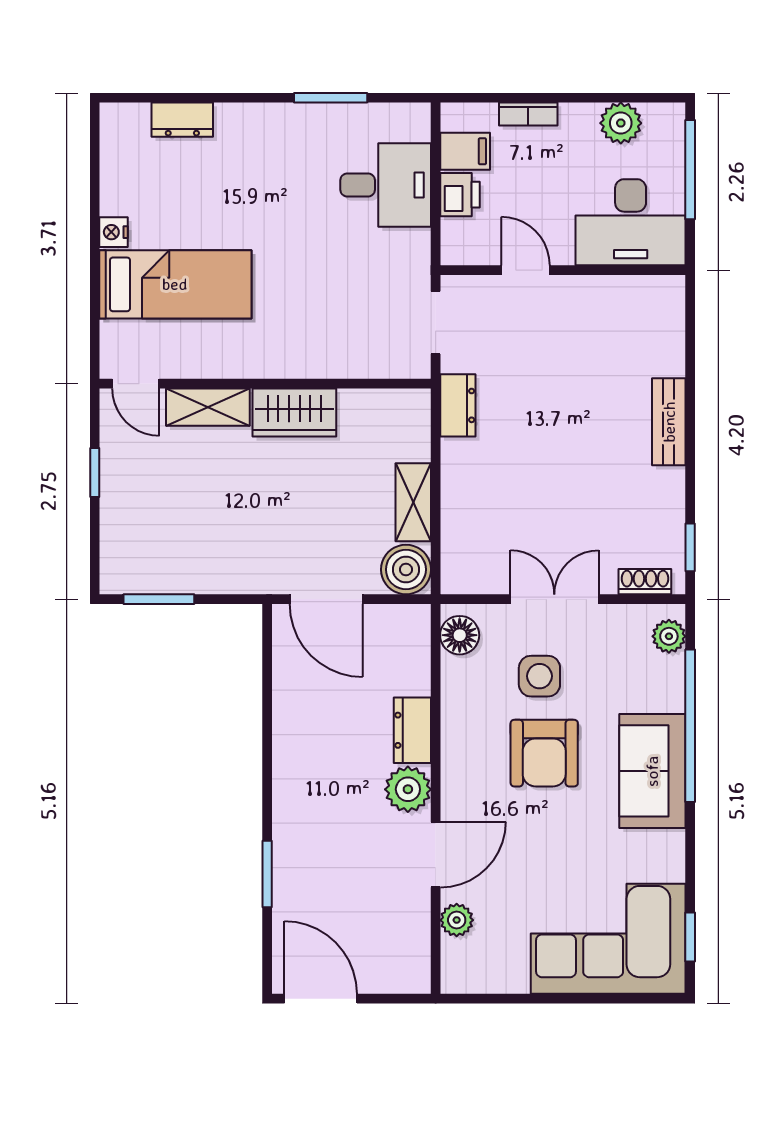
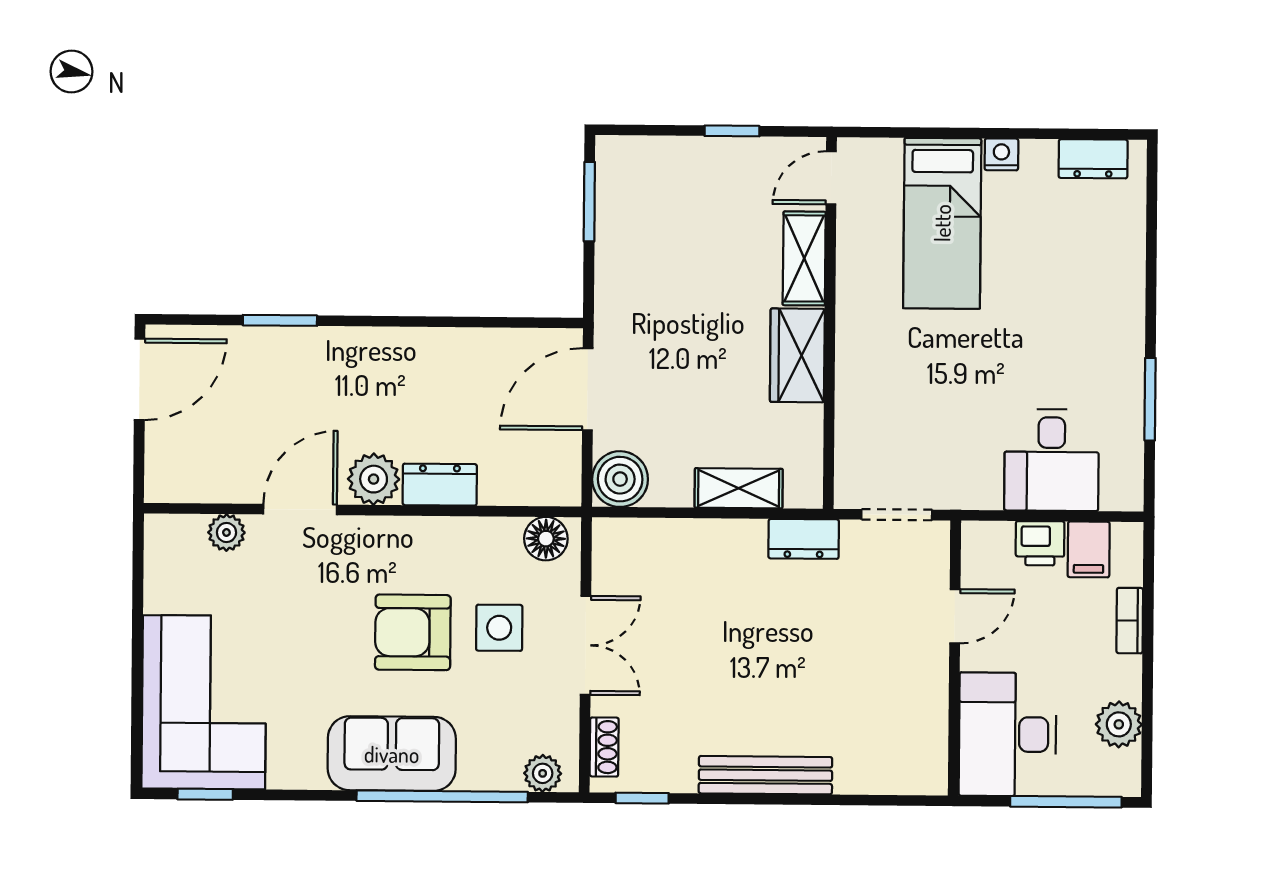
dresser: (182, 120) -> (1093, 159), moved, turned -90
bench: (669, 422) -> (765, 775), width x1.36
shelving: (413, 502) -> (739, 488), moved
door: (436, 855) -> (300, 509), swing flipped

